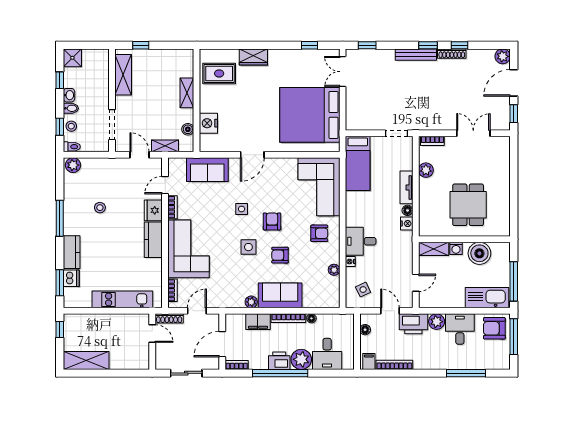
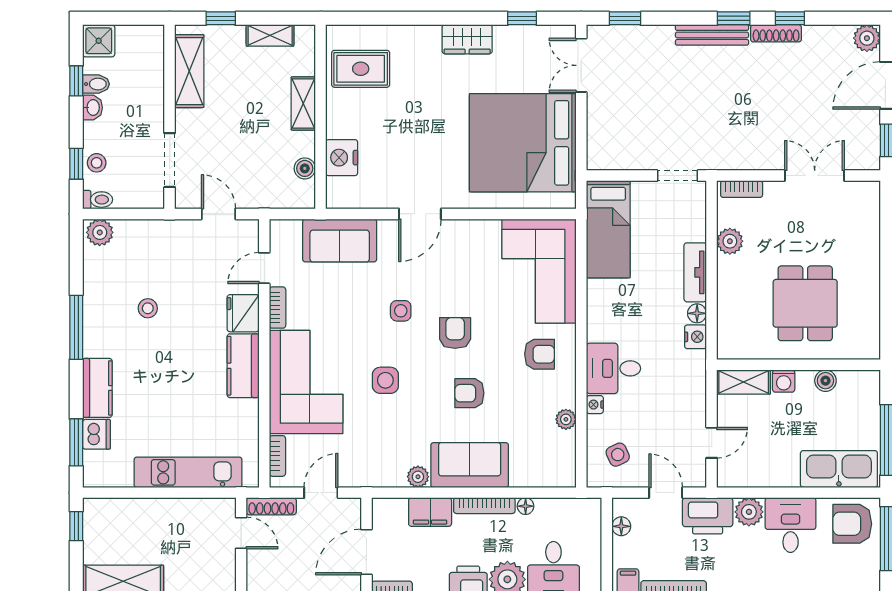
wardrobe: (253, 57) -> (467, 39), moved
bidet: (71, 108) -> (96, 84), moved
shelving: (165, 146) -> (270, 35), moved
side table: (248, 247) -> (385, 380), moved
boiler: (479, 253) -> (825, 381), width x0.54, depth x0.54

